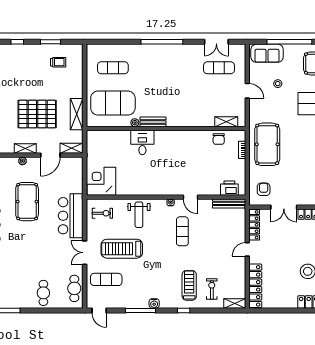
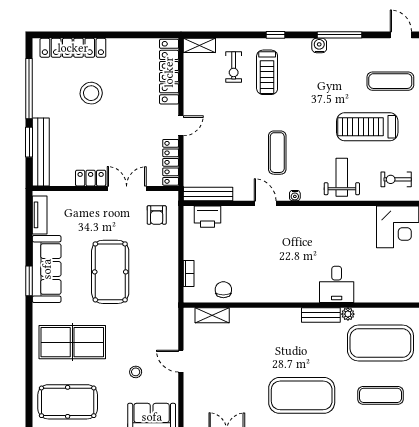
exercise mat: (219, 68) -> (302, 395), moved, width x2.00, depth x1.45
pool table: (267, 144) -> (110, 272), moved
treadmill: (122, 249) -> (367, 127), turned 180

